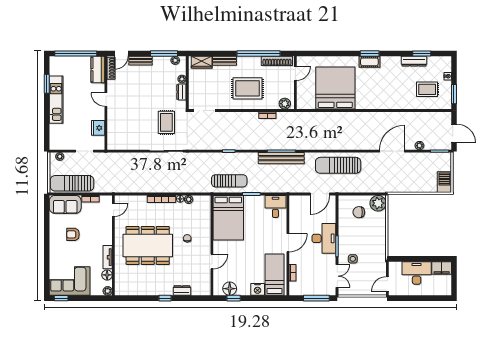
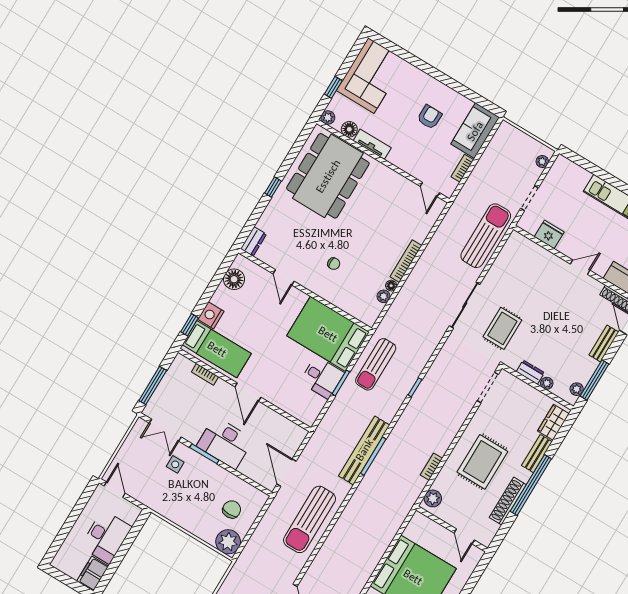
window: (259, 54) -> (531, 485), moved
shoe rack: (277, 61) -> (508, 501), moved
rug: (166, 122) -> (502, 328), turned 90
sun lounger: (338, 165) -> (310, 519), turned 180
sun lounger: (72, 183) -> (486, 236), moved
desk: (275, 206) -> (322, 377), moved
dining table: (148, 245) -> (328, 176), moved
dresser: (182, 291) -> (253, 241), moved
window: (61, 298) -> (333, 87), moved
window: (234, 298) -> (190, 325), moved

